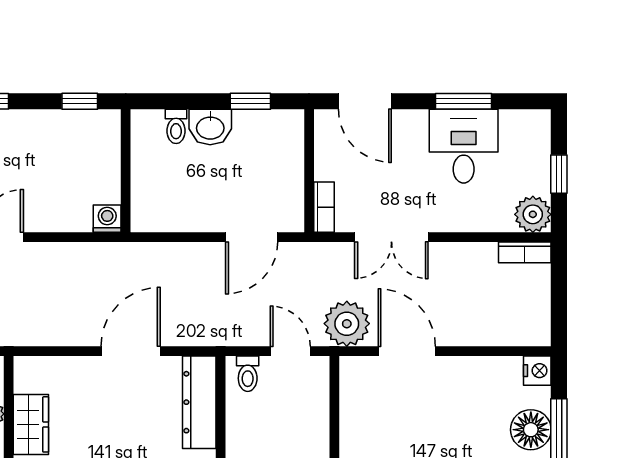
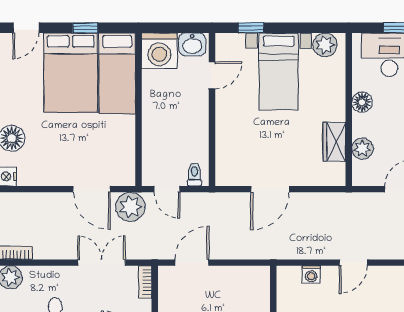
washing machine: (107, 219) -> (311, 275), moved
dresser: (199, 402) -> (226, 156), removed

